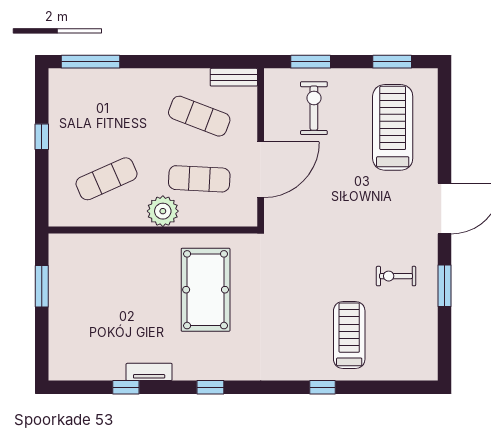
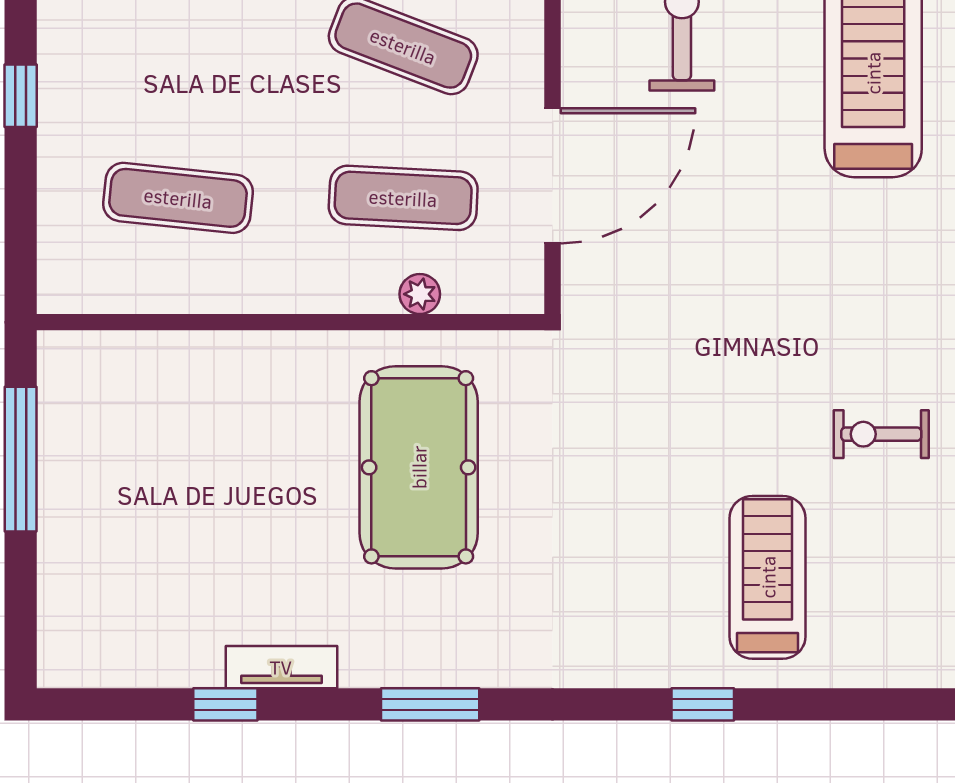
exercise mat: (106, 179) -> (178, 198), turned 30
plant: (163, 211) -> (420, 294), moved, width x0.53, depth x0.53
window: (42, 286) -> (21, 459), width x1.44
window: (210, 387) -> (430, 704), width x1.50

